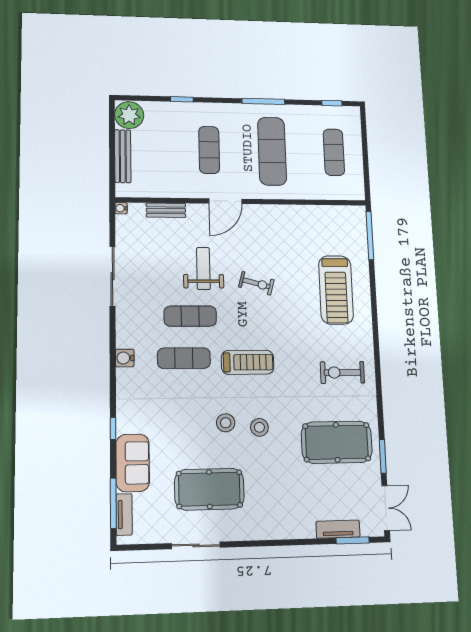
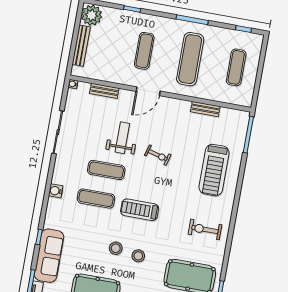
bench: (306, 212) -> (205, 109), added
treadmill: (248, 362) -> (140, 210), turned 180
sofa: (133, 463) -> (49, 256), width x1.36

